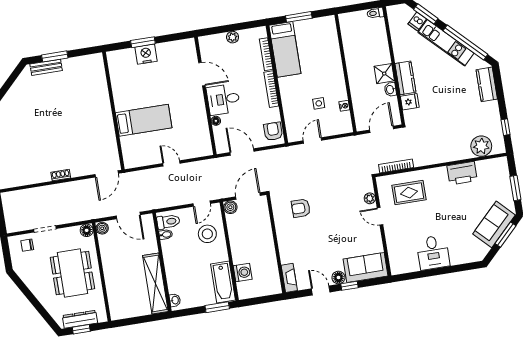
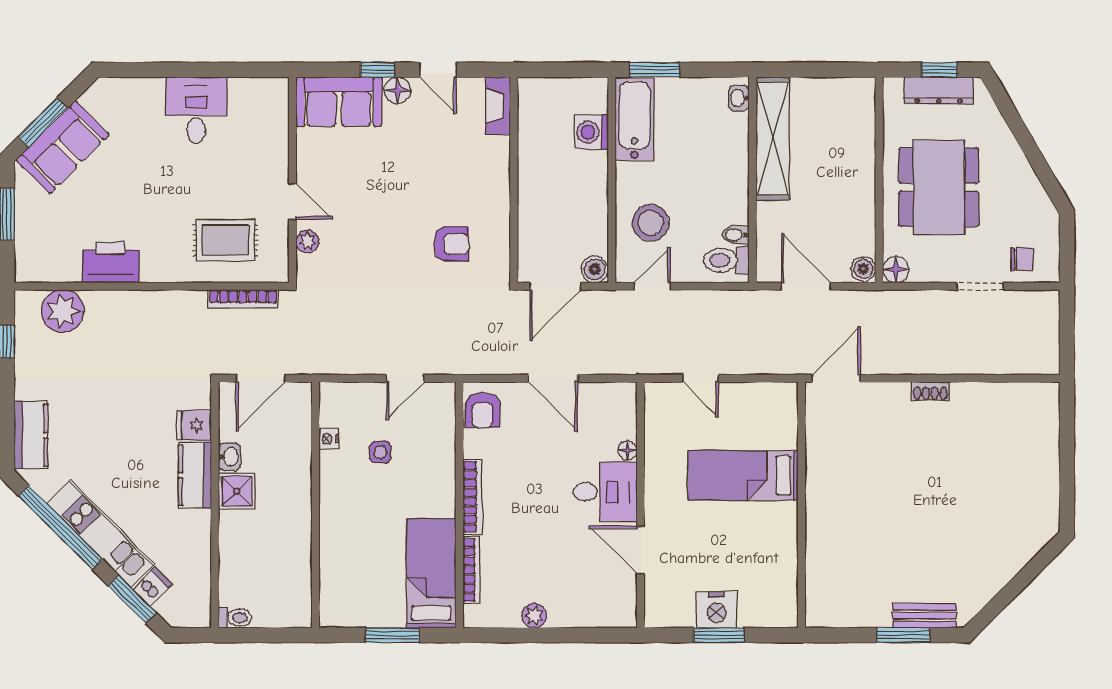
door: (202, 74) -> (640, 550), moved
wall: (205, 96) -> (640, 505), moved
desk: (223, 99) -> (605, 492), moved
floor lamp: (216, 121) -> (627, 450), moved

